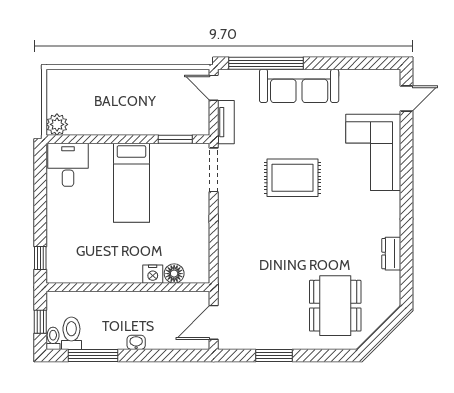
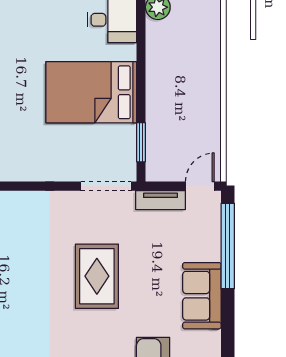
sofa: (299, 86) -> (202, 296), width x0.73
bed: (131, 183) -> (91, 92), width x1.50

